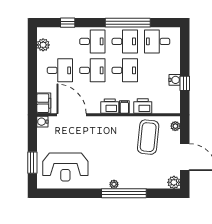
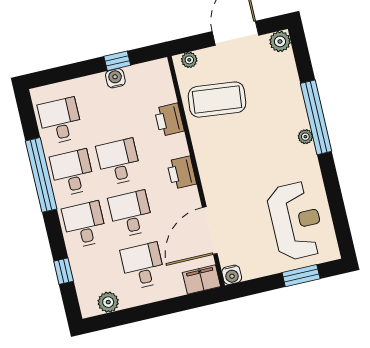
desk: (157, 41) -> (60, 121), turned 180
filing cabinet: (124, 107) -> (178, 149), removed

